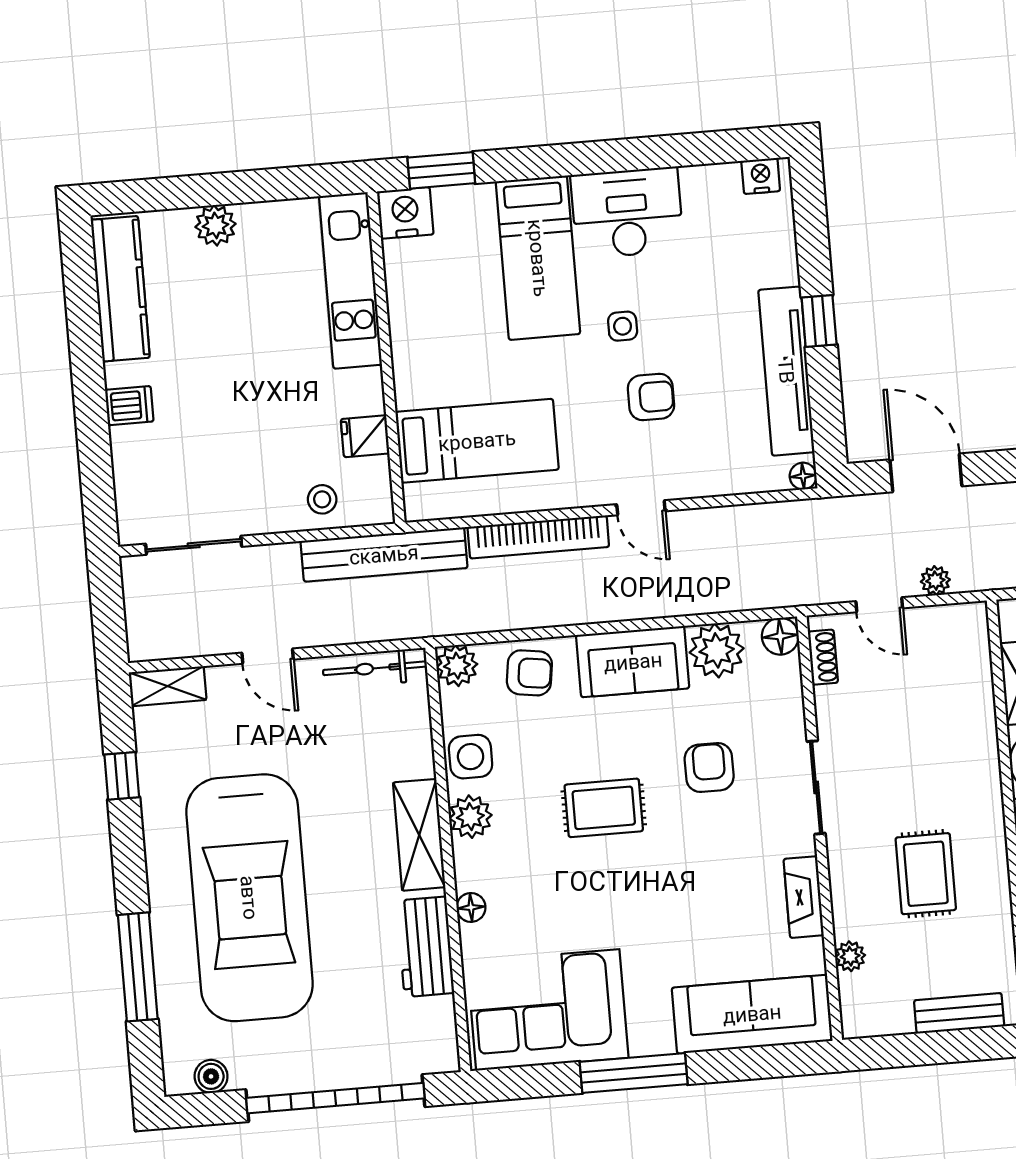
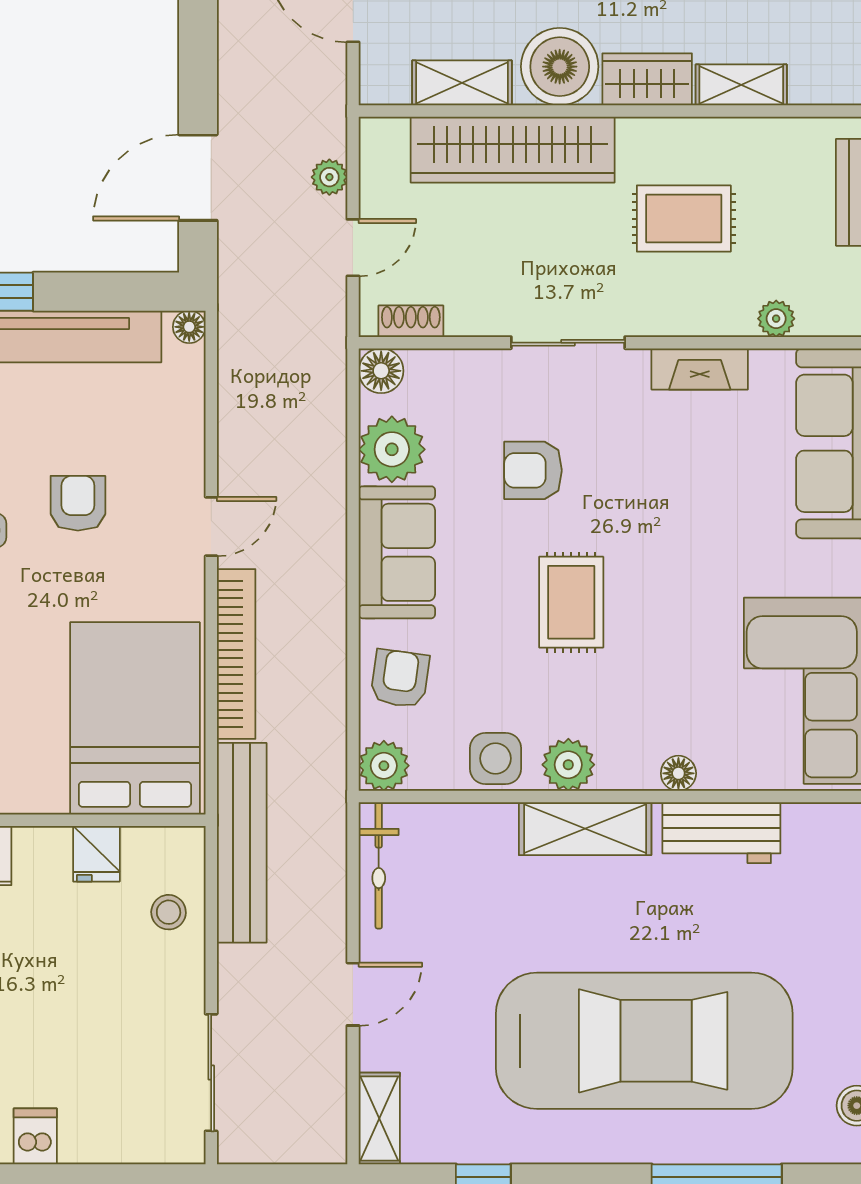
bed: (477, 441) -> (135, 718), width x1.50
wardrobe: (970, 729) -> (513, 150), added

